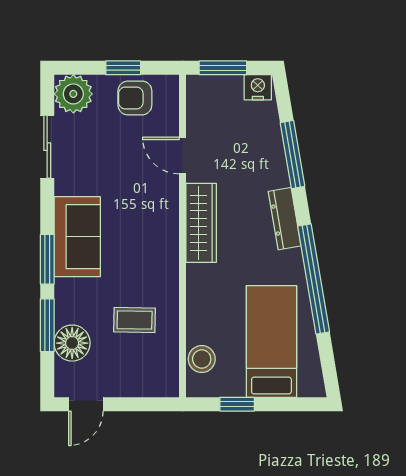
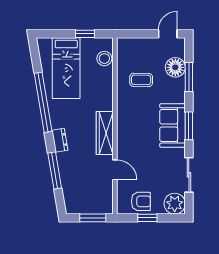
nightstand: (258, 87) -> (74, 207), removed
dresser: (285, 219) -> (60, 140), width x0.70
window: (47, 259) -> (189, 126), moved

